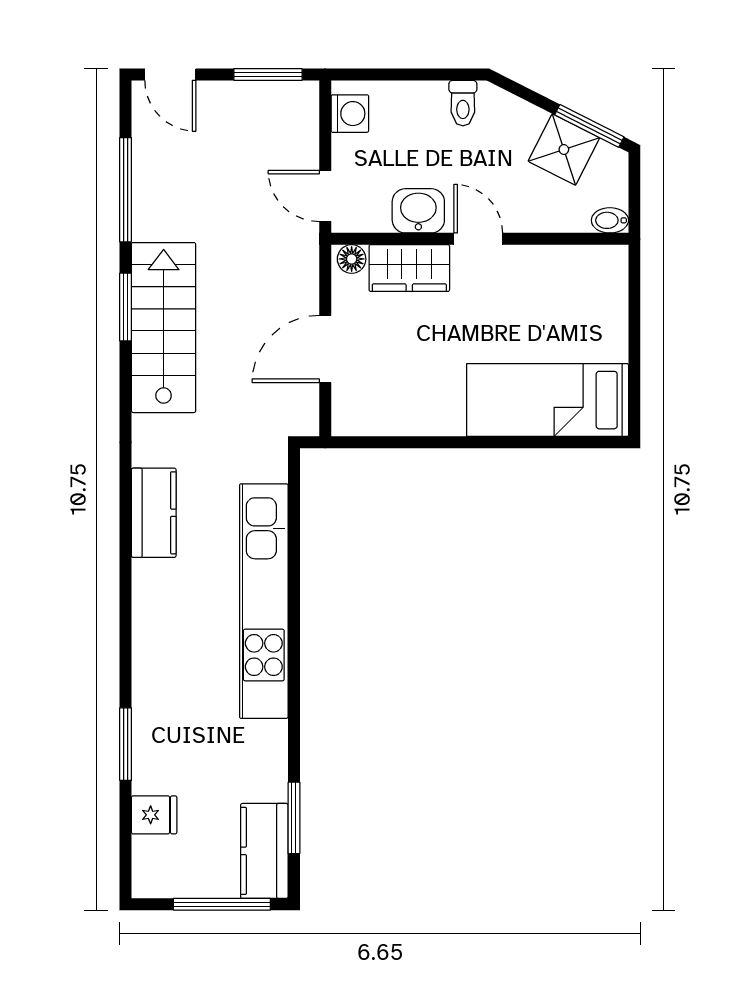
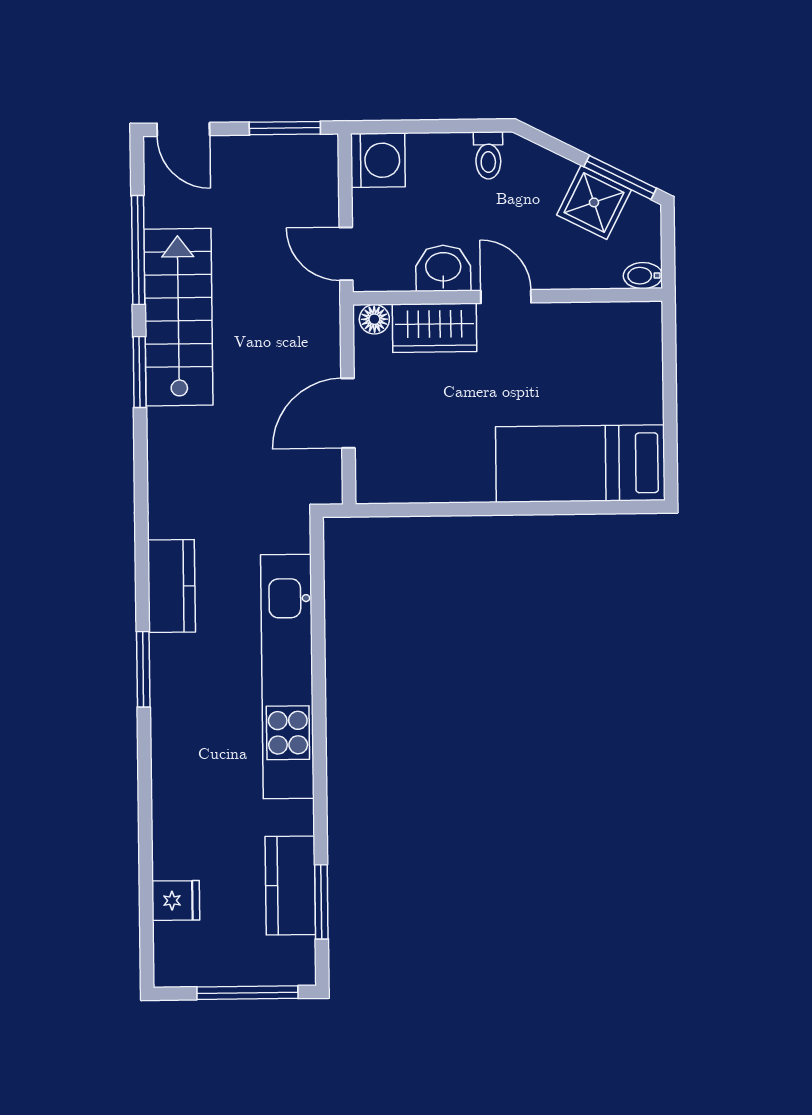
washing machine: (350, 114) -> (378, 160), width x1.38, depth x1.38
stairs: (164, 328) -> (178, 317), moved
window: (126, 744) -> (143, 669), moved
kitchen counter: (264, 851) -> (290, 886), moved

